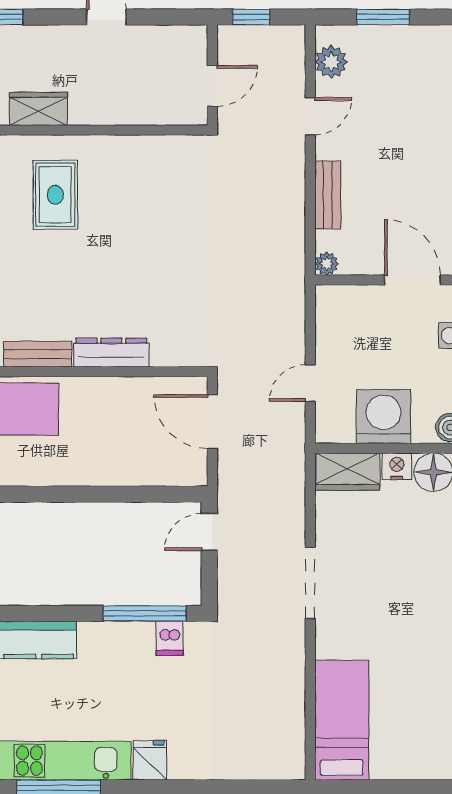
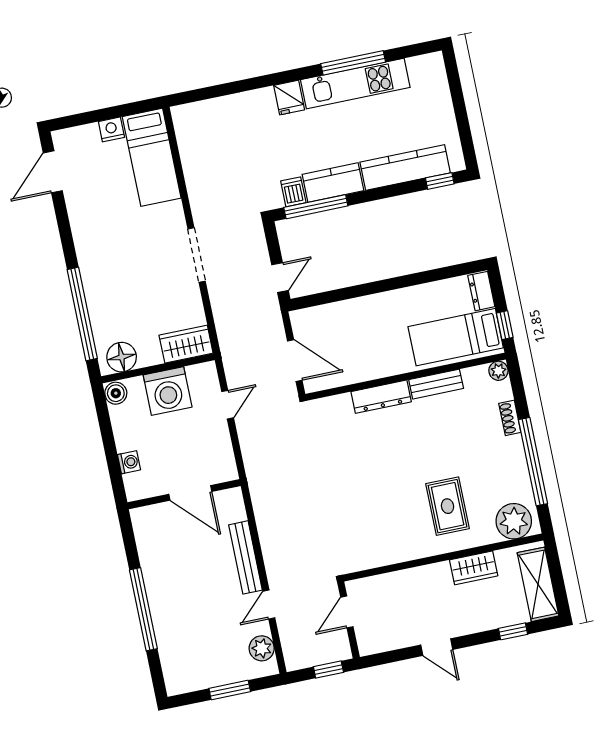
bench: (328, 195) -> (245, 557), width x1.36
plant: (327, 264) -> (234, 497), removed
door: (412, 280) -> (190, 493), moved
nightstand: (397, 466) -> (111, 129), moved, turned 180
kitchen counter: (116, 640) -> (333, 183), added

